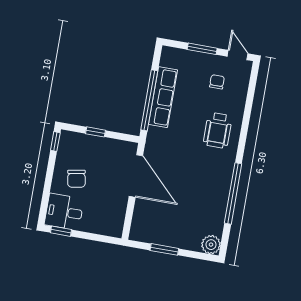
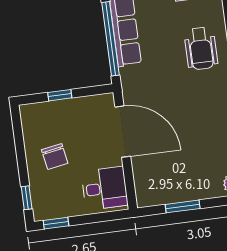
window: (55, 141) -> (27, 198), moved
desk: (64, 212) -> (105, 188), moved, turned 180

